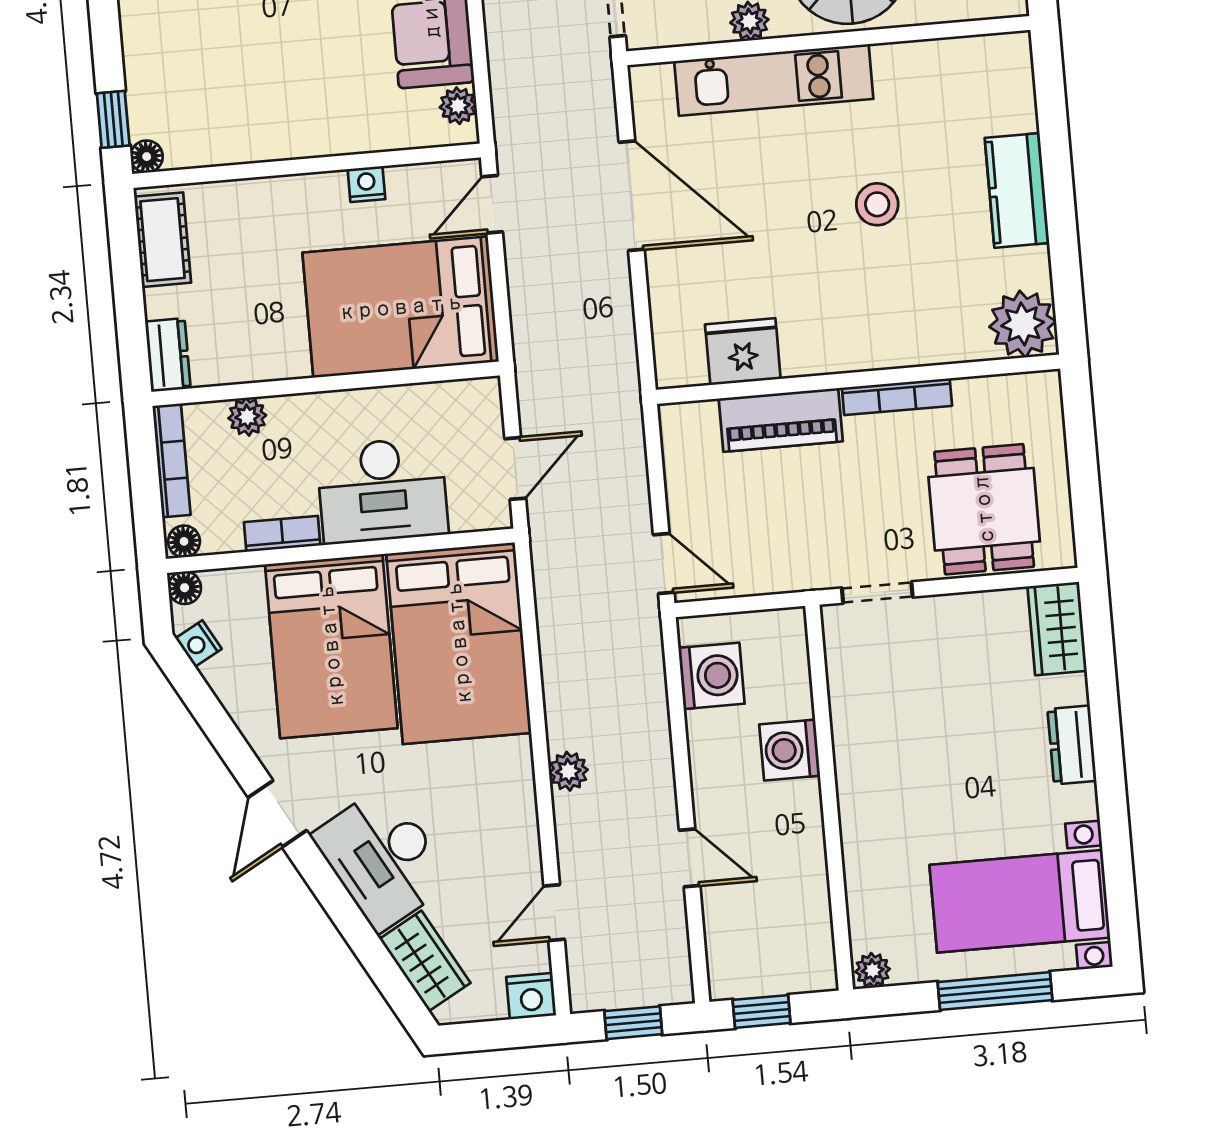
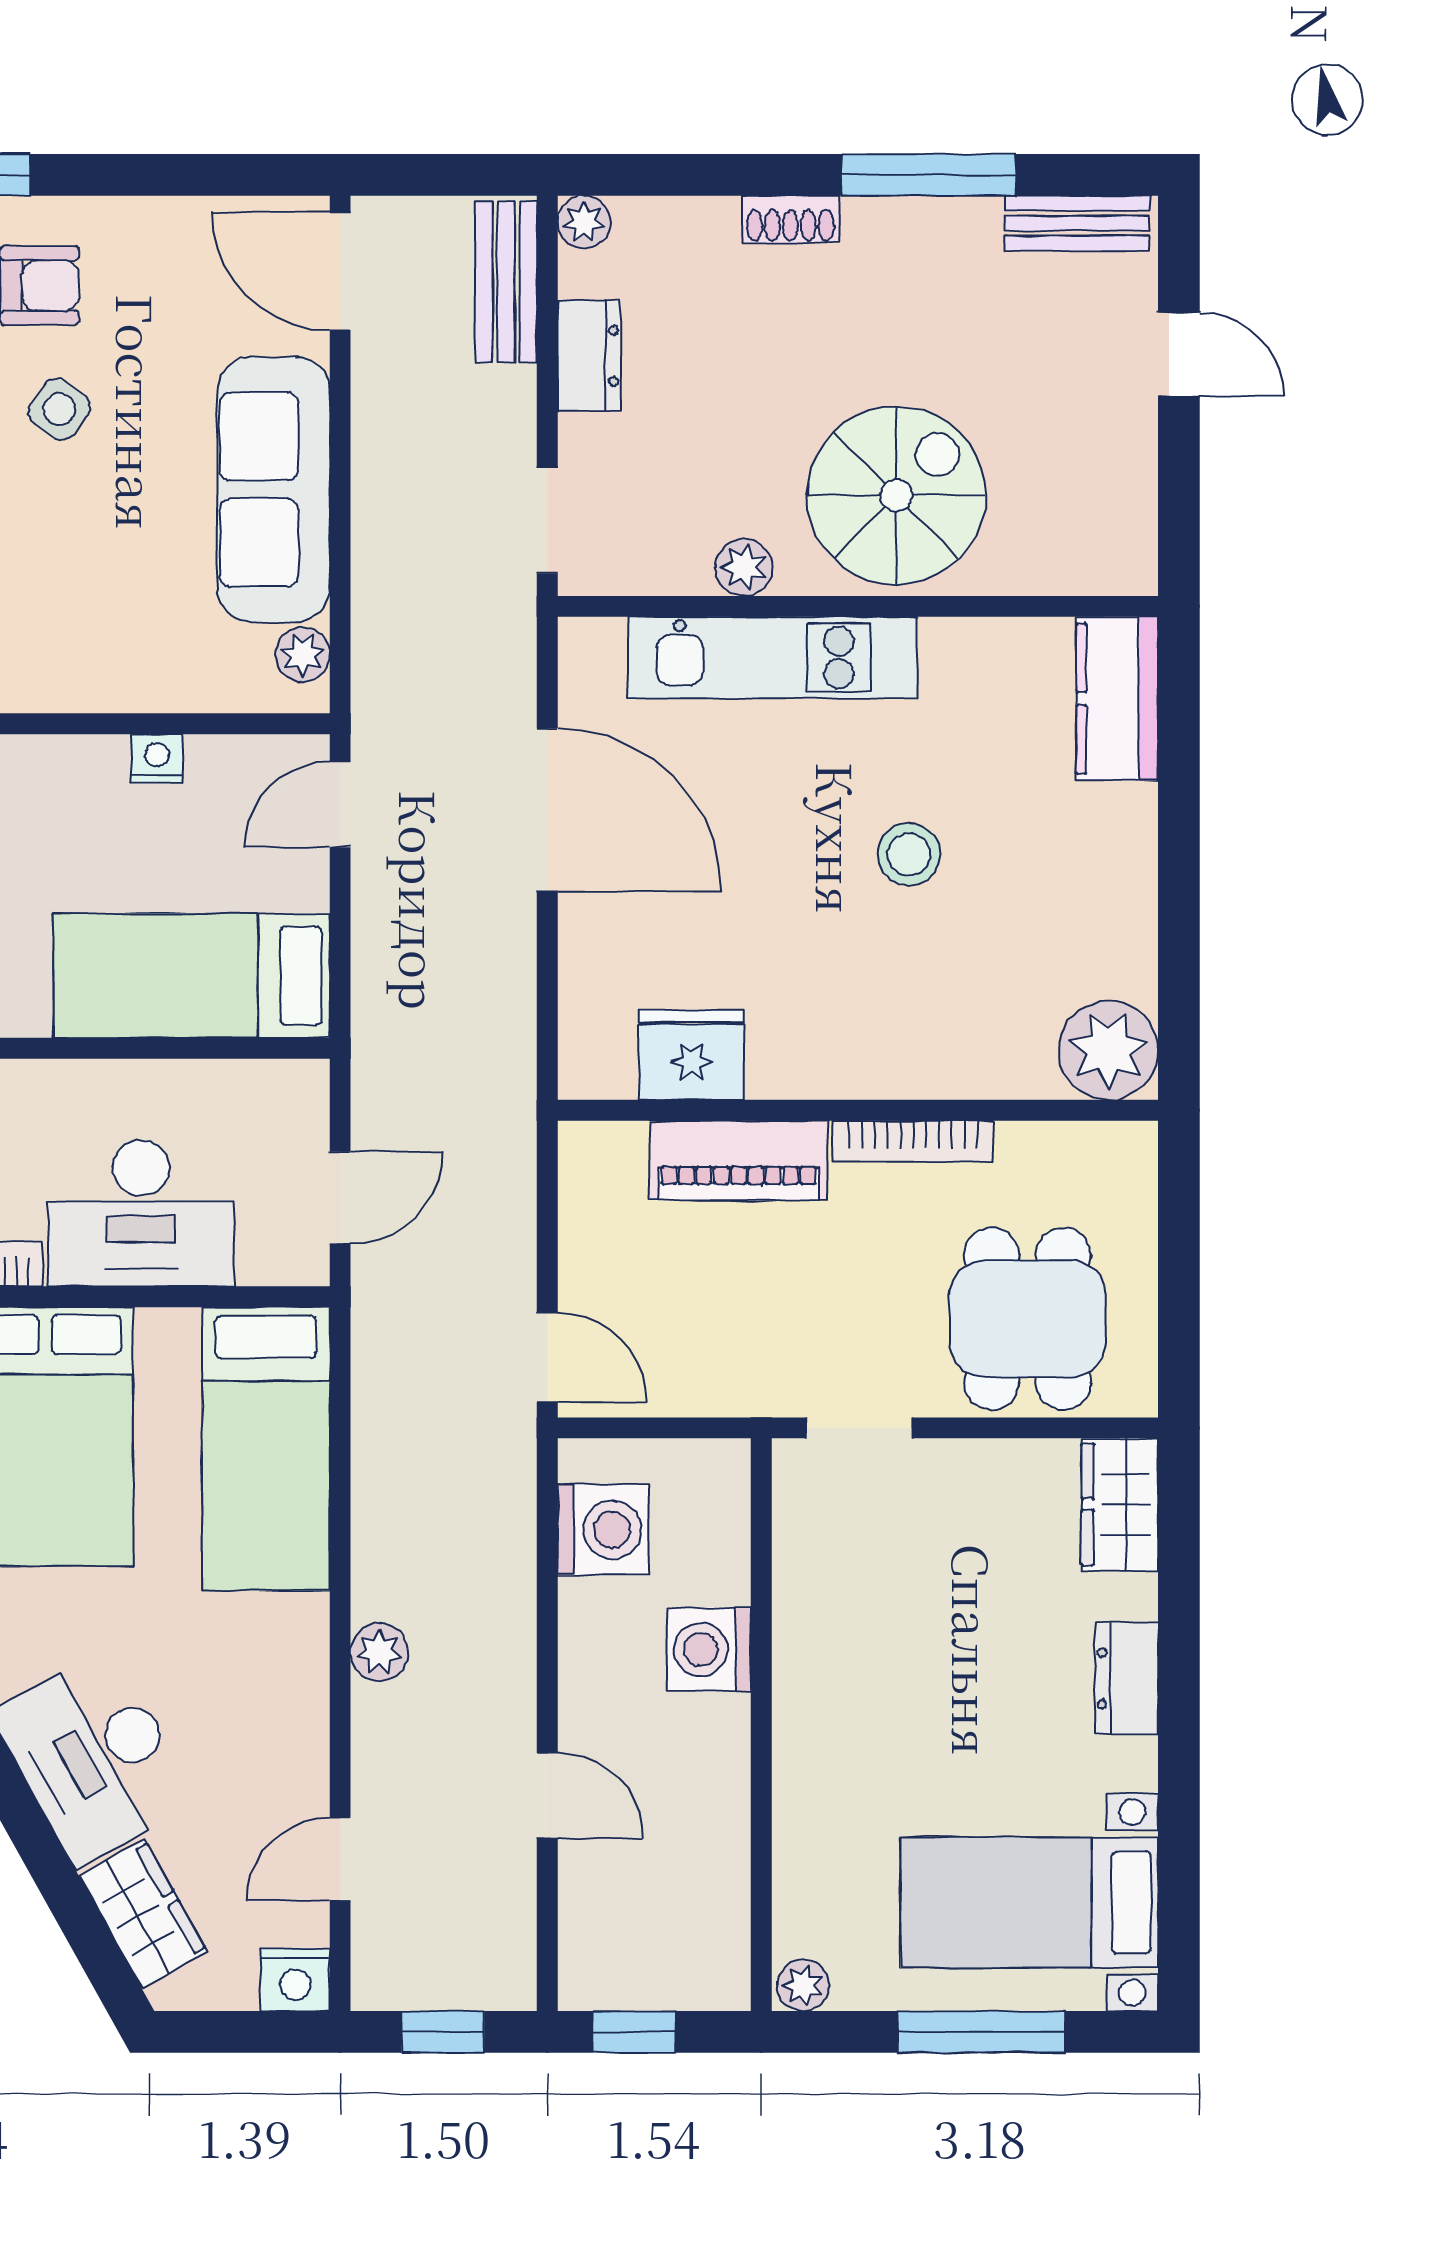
kitchen counter: (1017, 190) -> (1117, 699), moved
bed: (401, 307) -> (192, 976), width x0.67
bed: (459, 643) -> (266, 1449), width x0.67

